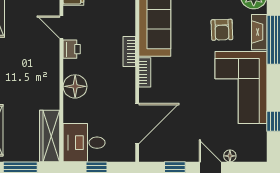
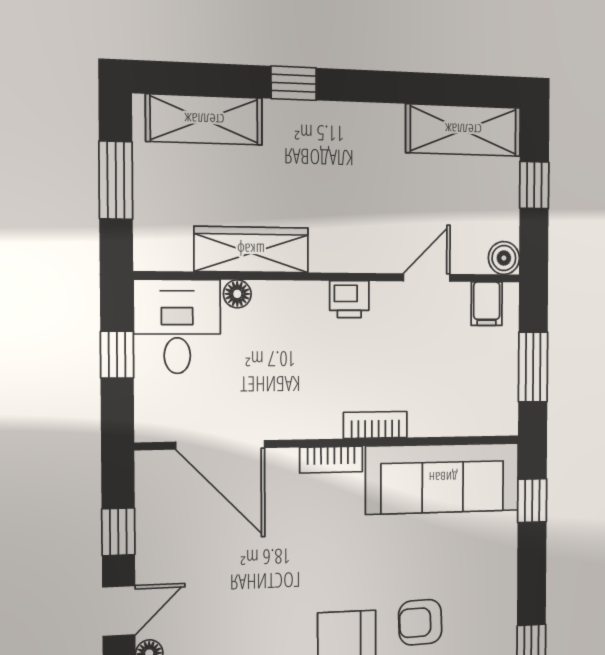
printer: (72, 49) -> (349, 299), moved
floor lamp: (75, 86) -> (237, 294), moved, width x0.53, depth x0.53
wardrobe: (50, 136) -> (251, 250), moved

